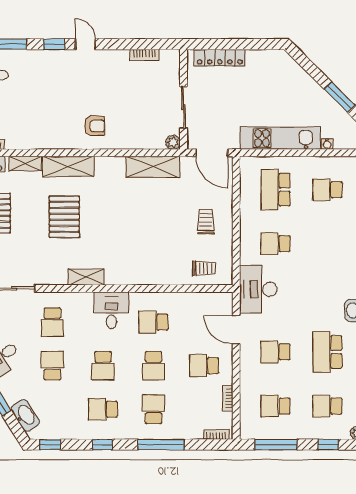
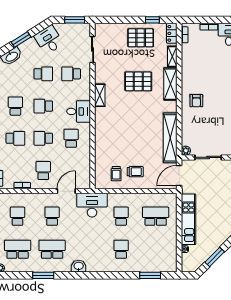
shelving: (153, 167) -> (170, 138), width x1.47
school desk: (327, 190) -> (121, 249), moved
trolley: (204, 268) -> (116, 174), moved
school desk: (327, 406) -> (18, 249), width x1.85

